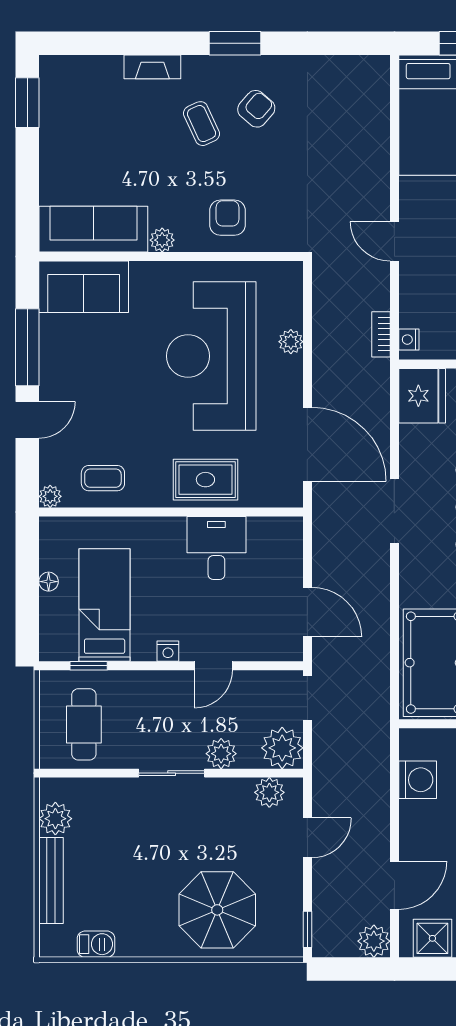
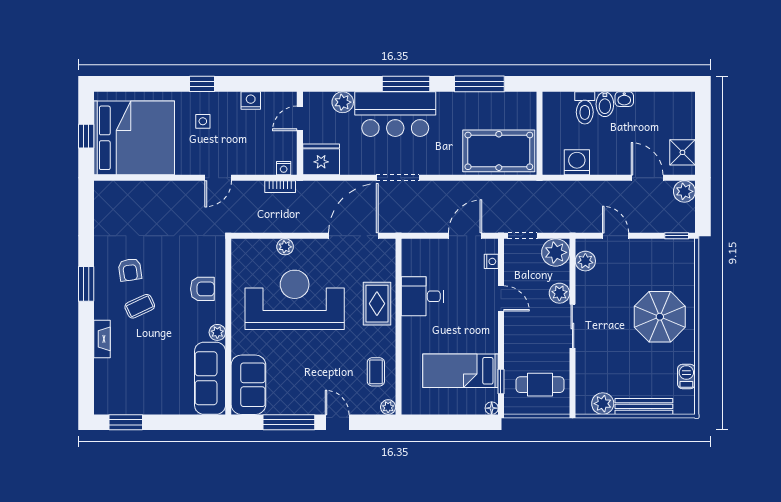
armchair: (256, 109) -> (130, 270), turned -139
armchair: (228, 218) -> (202, 289), turned 180
reception desk: (211, 356) -> (295, 300), turned 180
floor lamp: (49, 582) -> (492, 408), moved
nightstand: (168, 651) -> (491, 261), moved
parasol: (217, 910) -> (660, 317), moved

